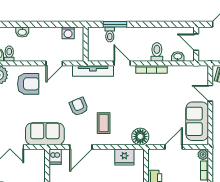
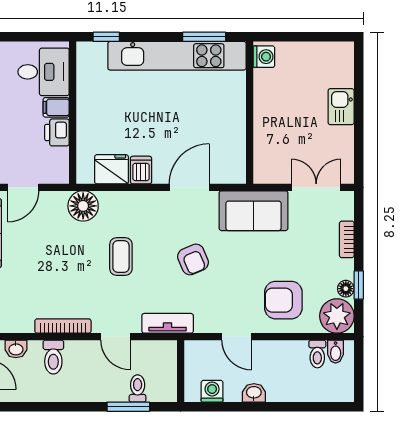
washbasin: (22, 32) -> (254, 393), moved
door: (54, 63) -> (237, 337), swing flipped
tv unit: (93, 71) -> (168, 323), width x0.71
coffee table: (104, 123) -> (121, 256), moved
dishwasher: (55, 157) -> (141, 170), moved

